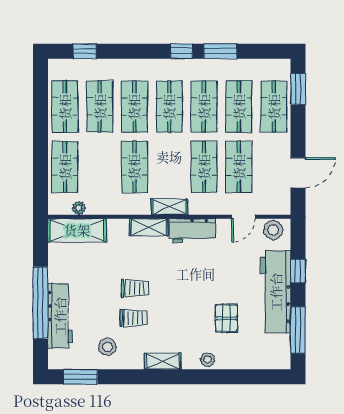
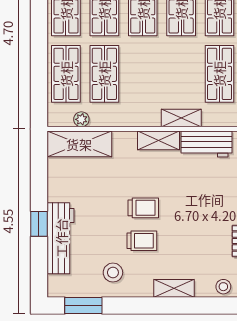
shop shelf: (134, 167) -> (104, 74), moved
window: (40, 303) -> (39, 224), width x0.32

